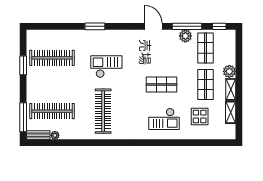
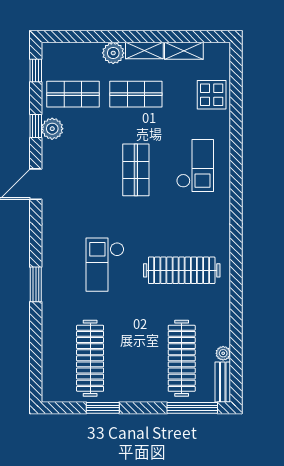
window: (187, 26) -> (36, 126), width x0.46
display table: (200, 116) -> (212, 95), moved

